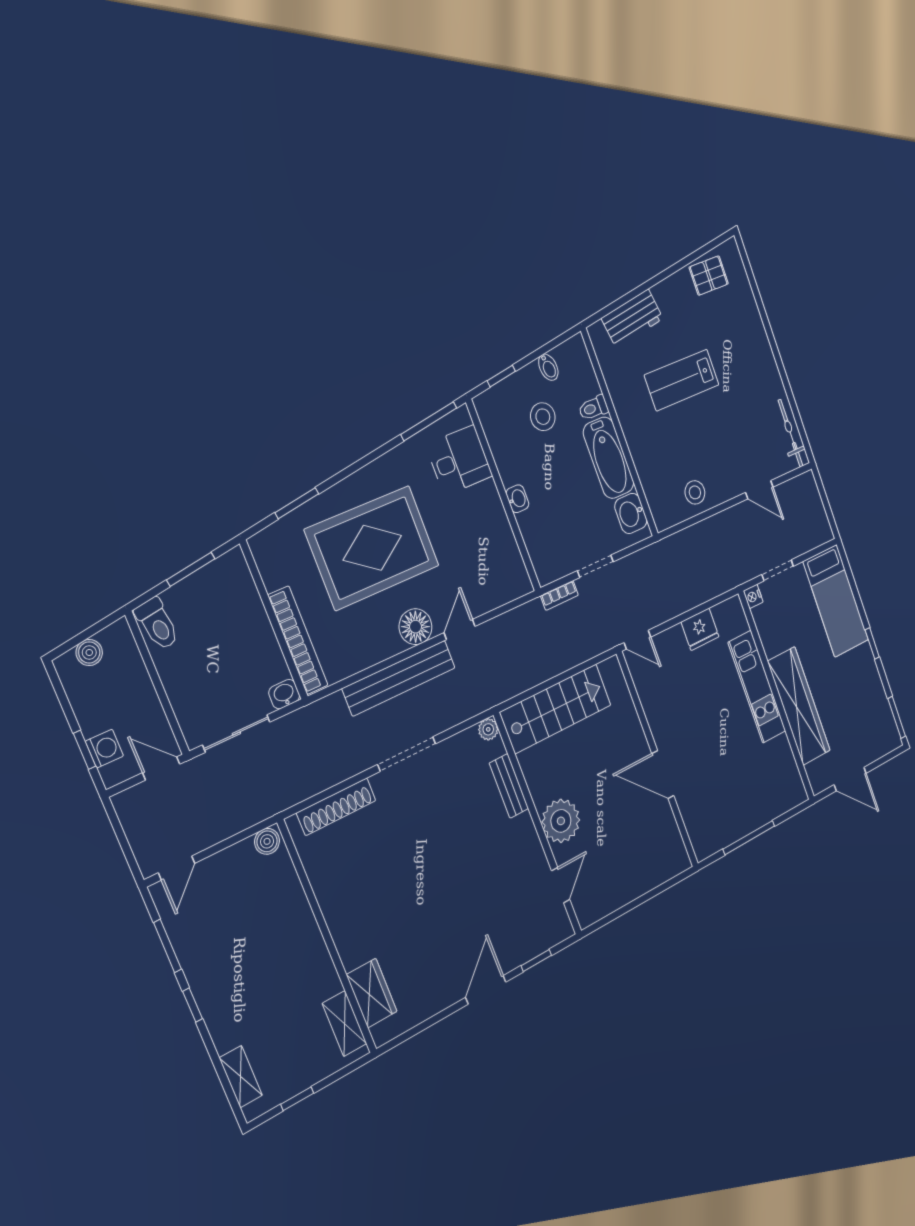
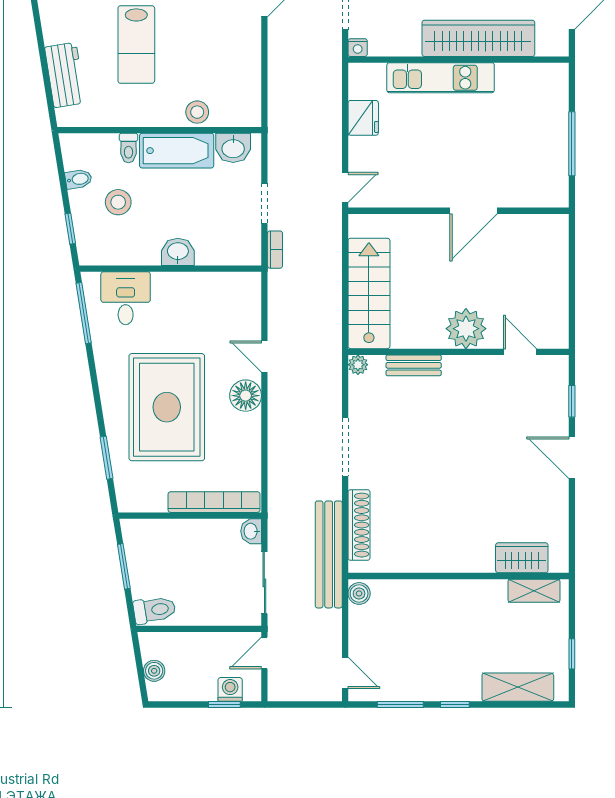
stool: (695, 492) -> (197, 112), moved
washbasin: (517, 499) -> (178, 252), width x1.38, depth x1.45
bench: (399, 678) -> (329, 554), moved
shelving: (241, 1077) -> (518, 687), width x1.50, depth x1.33

